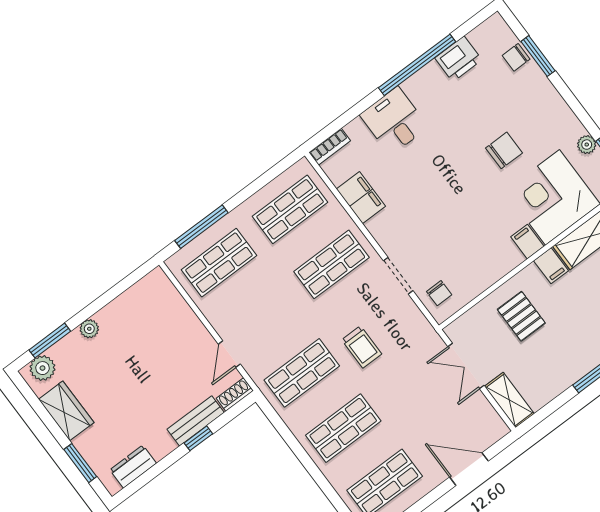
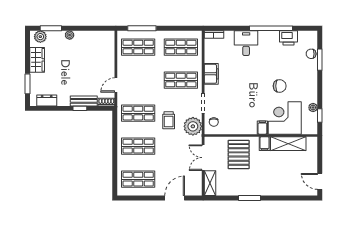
filing cabinet: (361, 198) -> (211, 74), moved
pallet: (521, 316) -> (239, 154), width x1.50, depth x1.42
plant: (410, 327) -> (193, 126), added
door: (469, 469) -> (175, 198), hinge flipped

